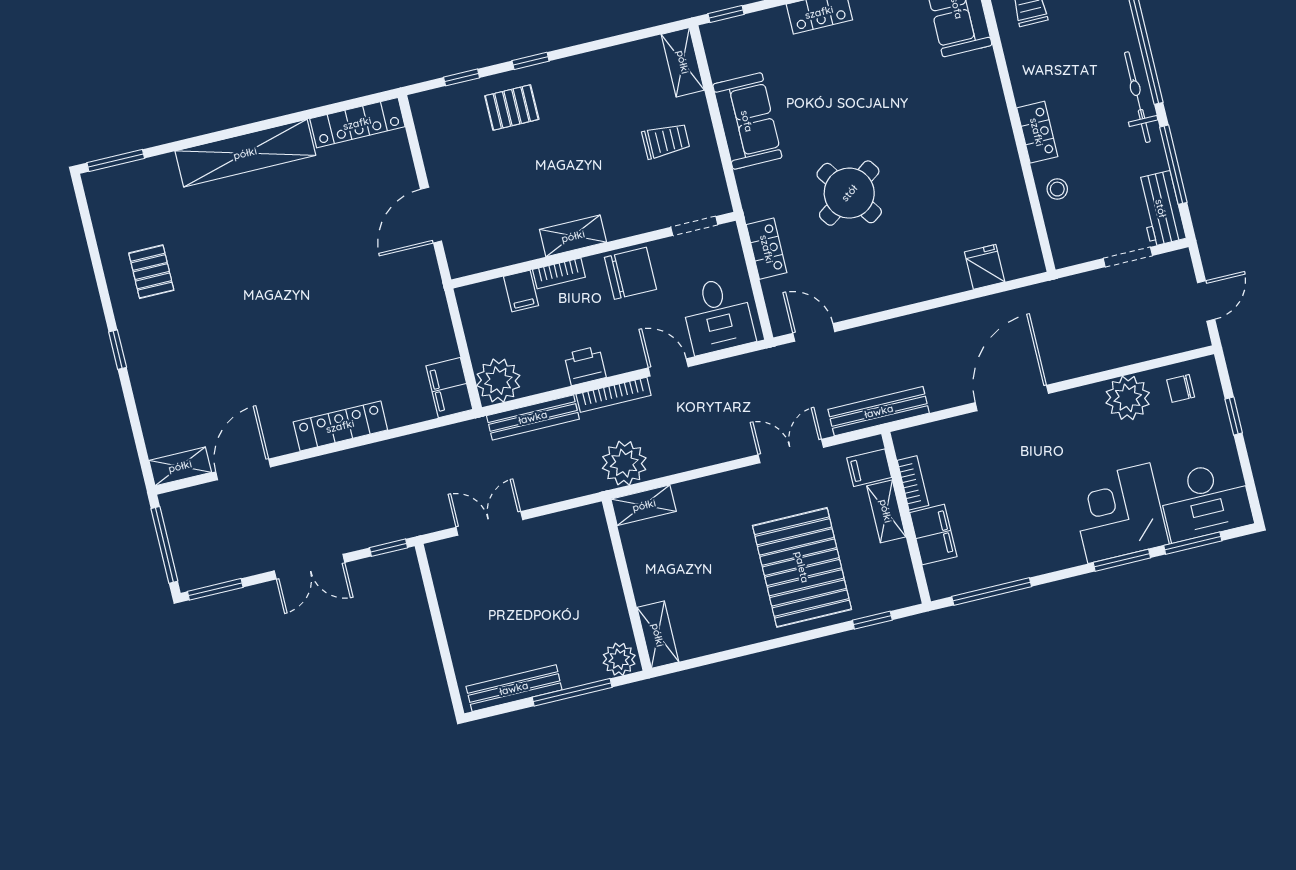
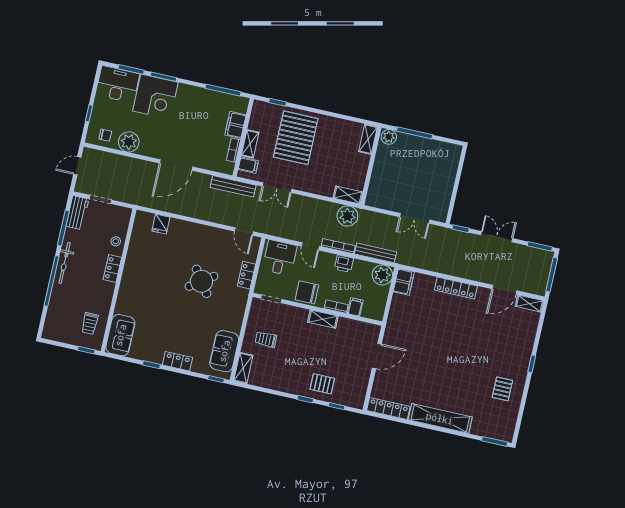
sofa: (747, 121) -> (224, 351), moved
bench: (514, 688) -> (437, 146), removed

